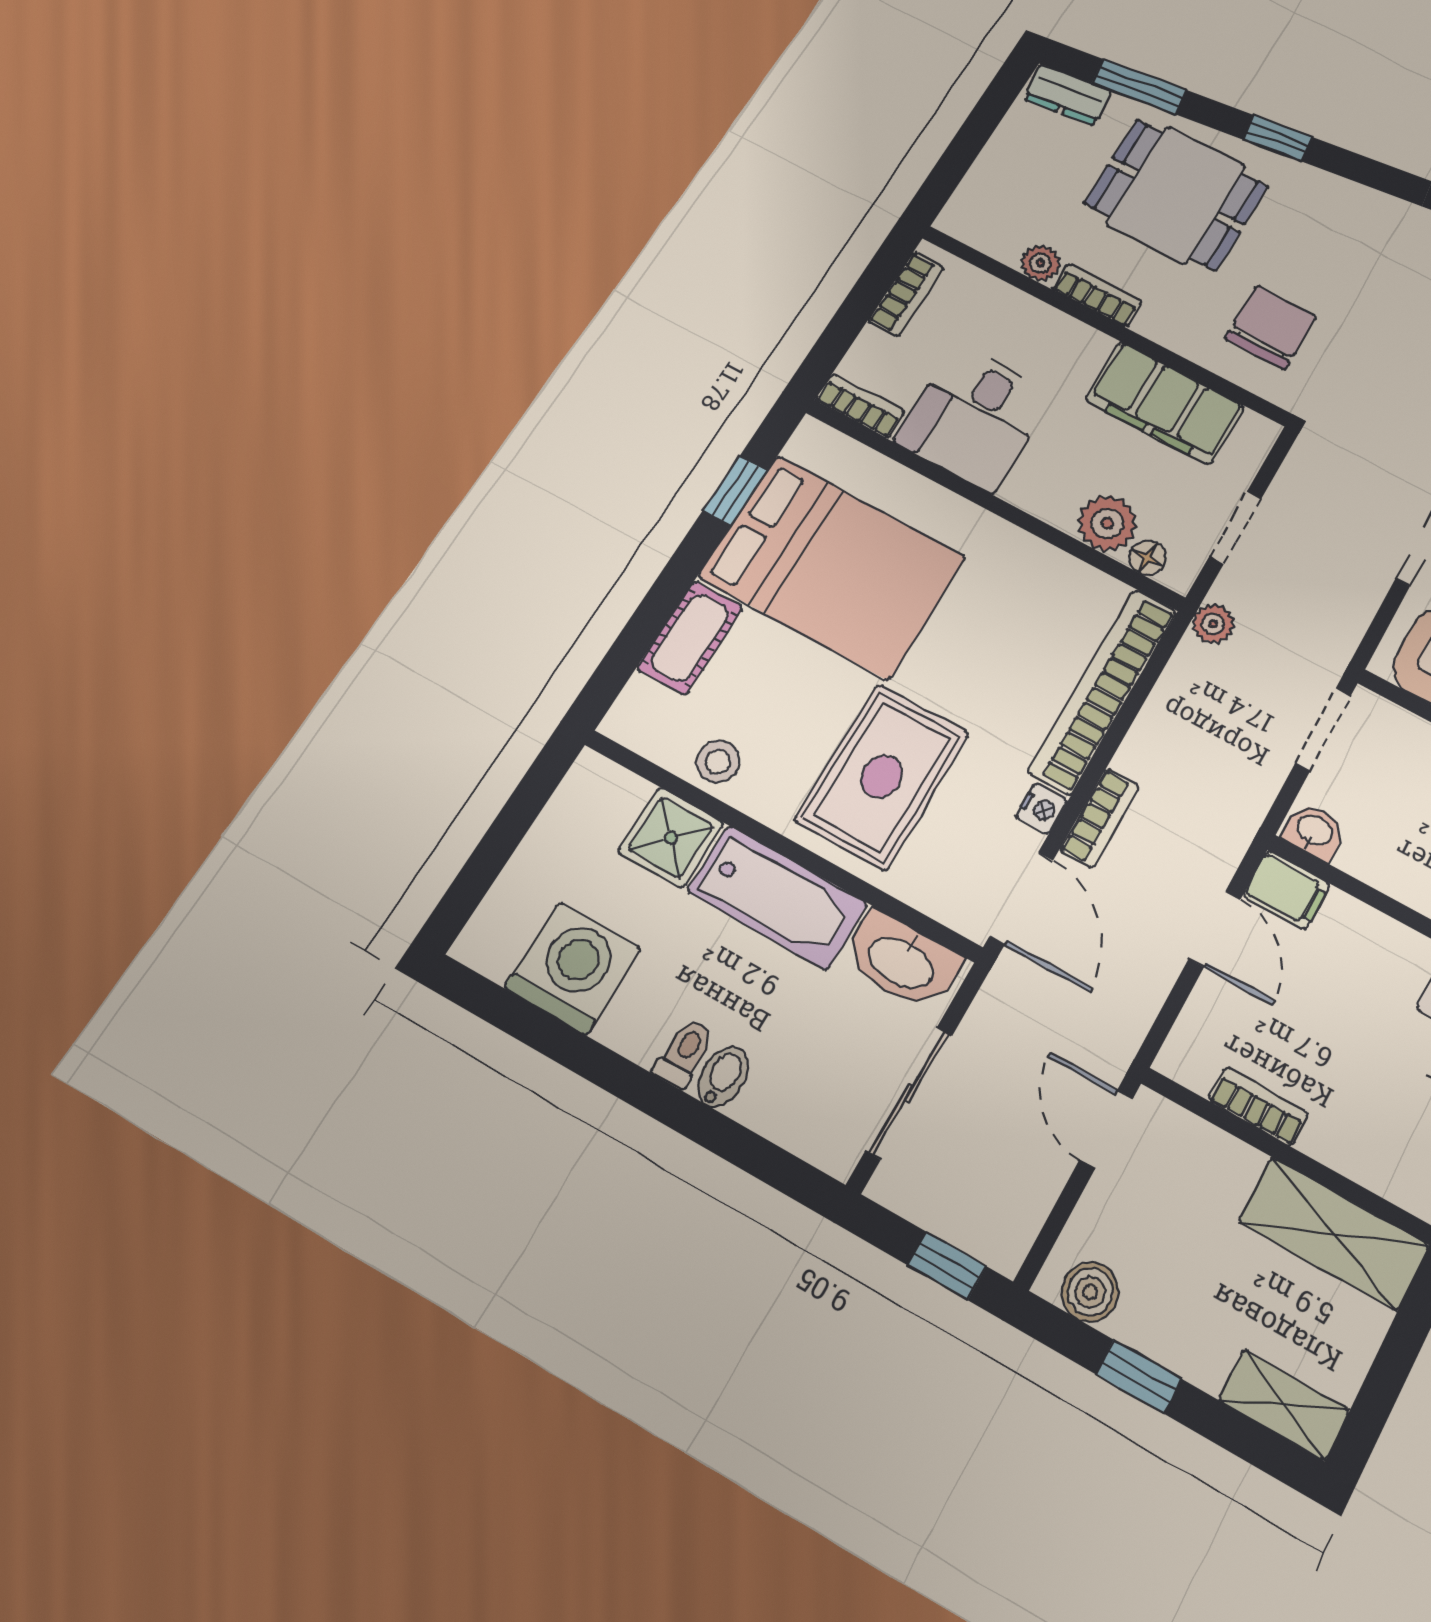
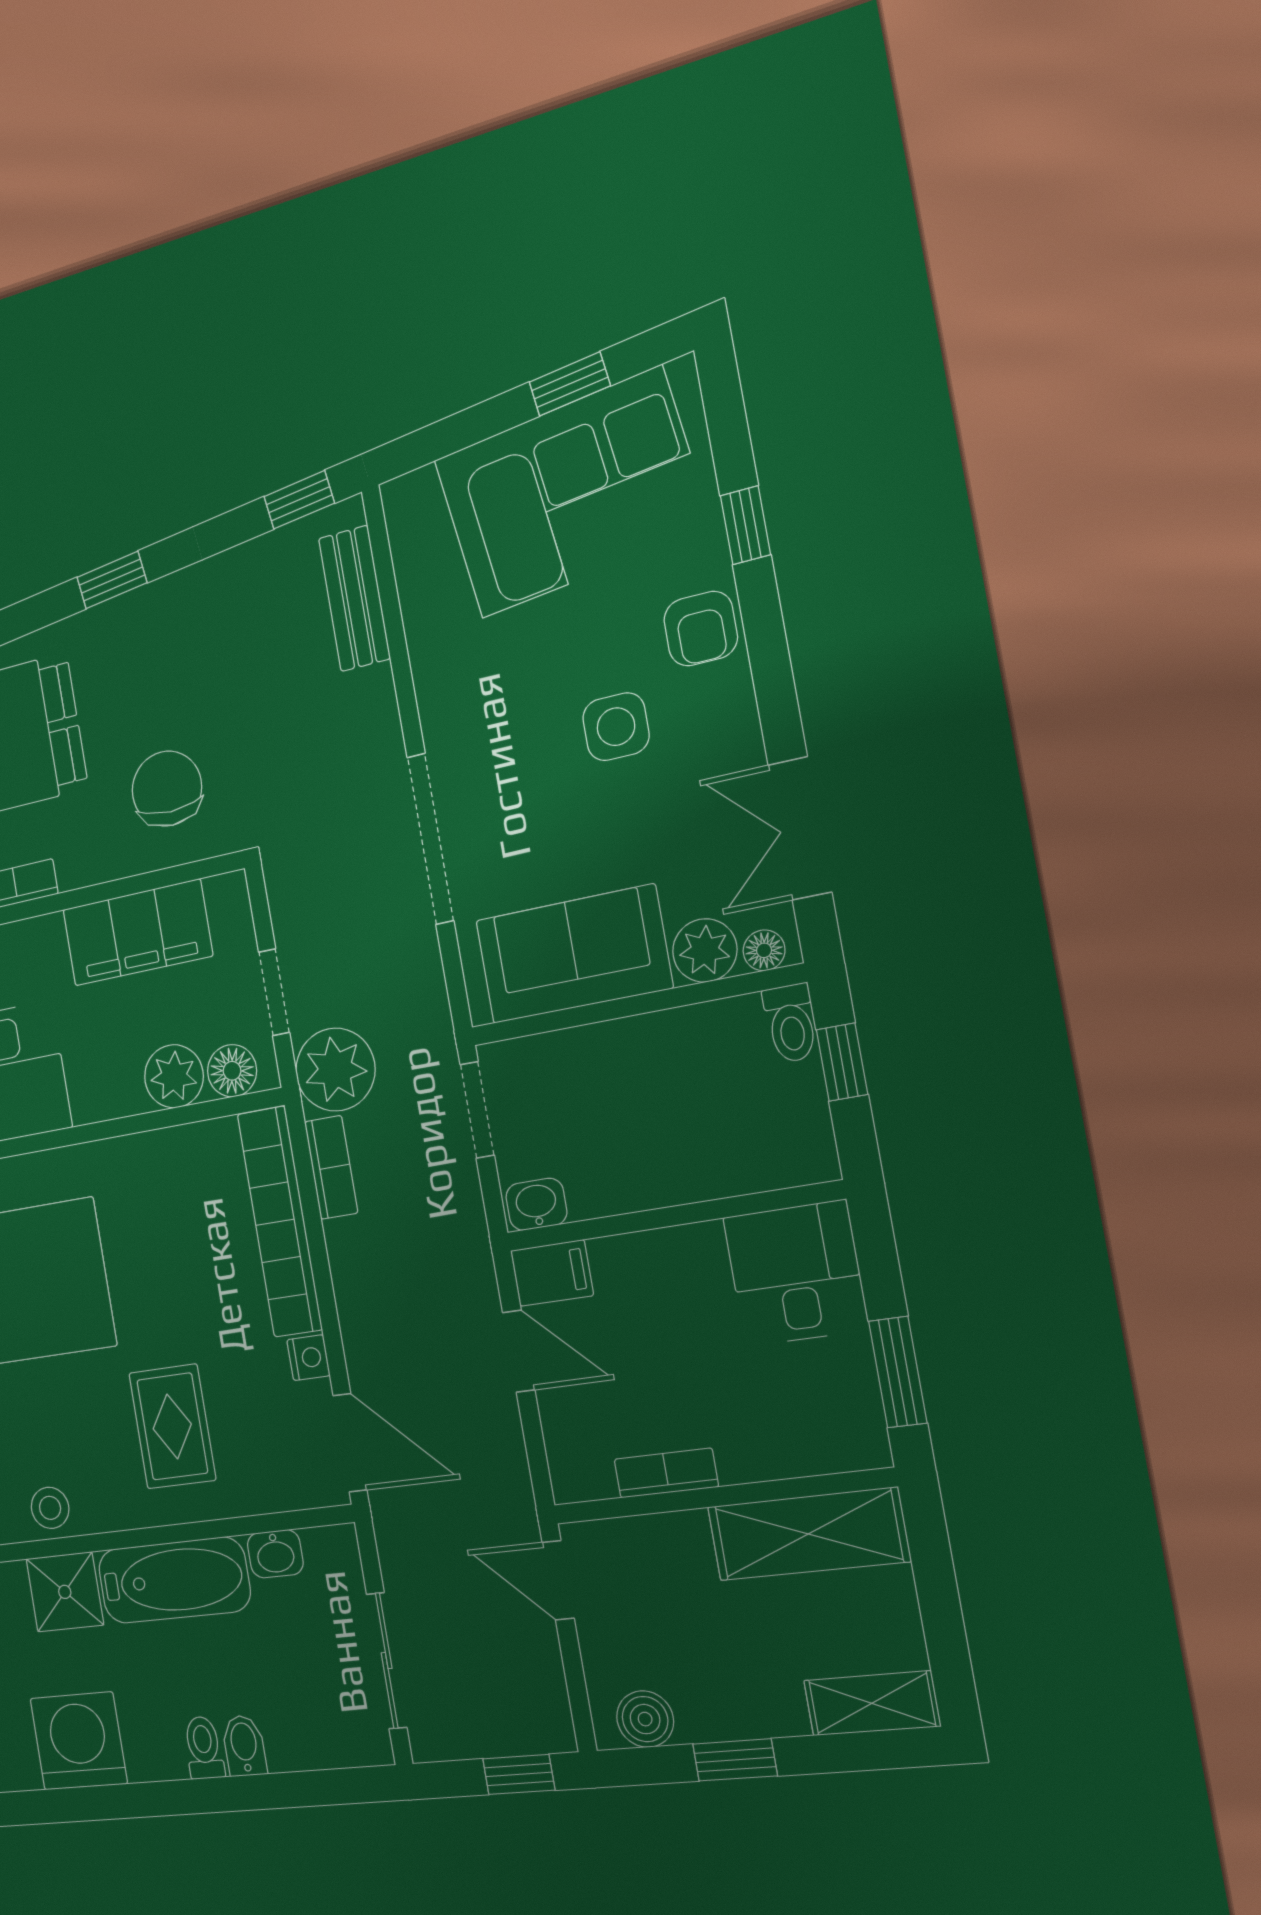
window: (1278, 138) -> (112, 580), moved
floor lamp: (1147, 558) -> (232, 1071), width x1.37, depth x1.37
plant: (1213, 624) -> (335, 1070), width x1.87, depth x1.87
rug: (882, 777) -> (172, 1426), width x0.73, depth x0.70
bookcase: (1100, 818) -> (331, 1167), moved
washbasin: (902, 961) -> (275, 1554), width x0.52, depth x0.69

